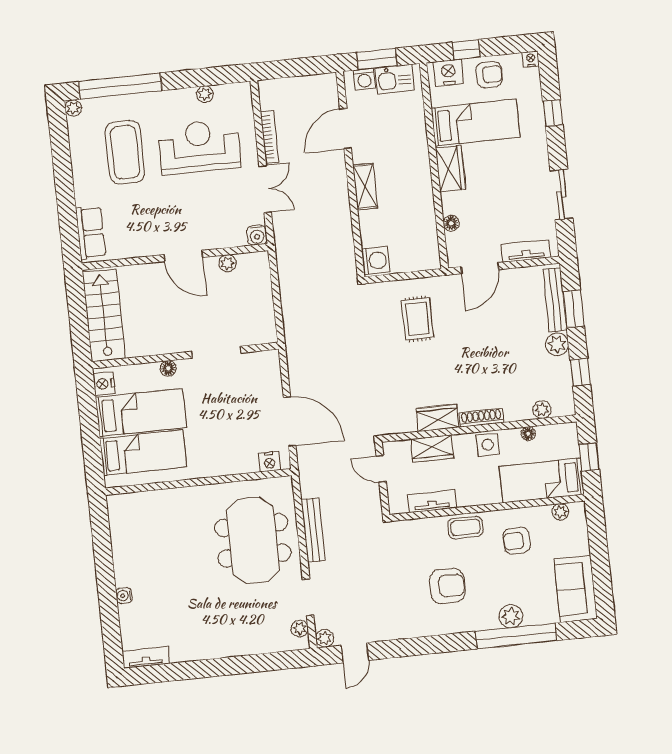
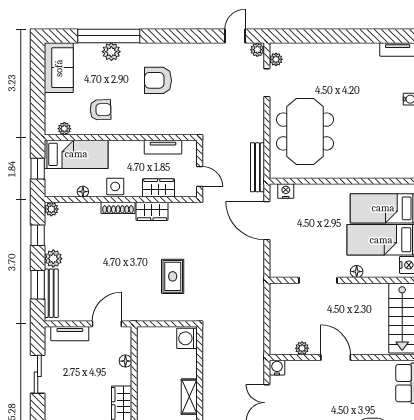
rug: (417, 319) -> (173, 276), moved
plant: (542, 410) -> (51, 209), moved
coffee table: (465, 527) -> (139, 124), removed
bench: (313, 530) -> (257, 167), moved

